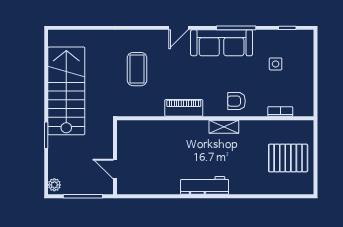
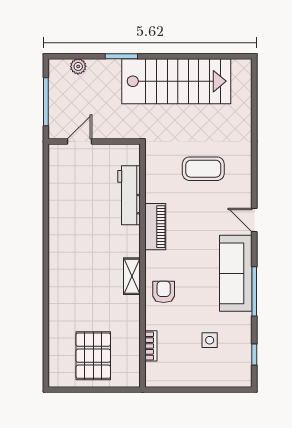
plant: (54, 185) -> (78, 66), moved
workbench: (205, 185) -> (129, 195), moved, turned 180

